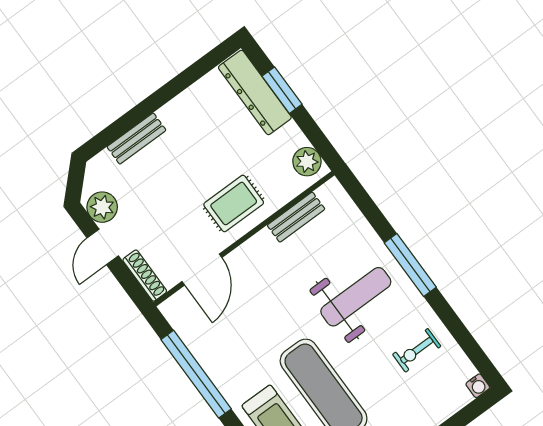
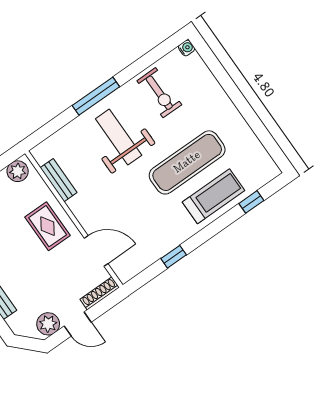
exercise bike: (417, 350) -> (159, 93), width x1.38, depth x1.39
window: (196, 374) -> (174, 257), width x0.32

